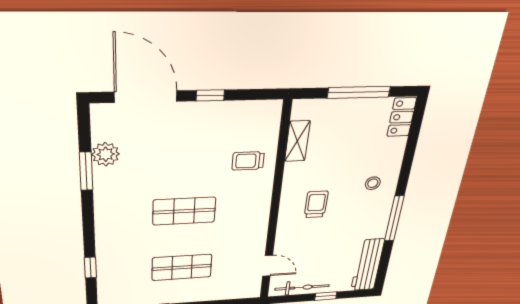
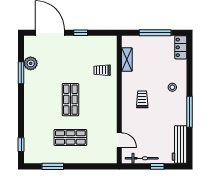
shop shelf: (184, 211) -> (70, 100), turned 90
window: (90, 268) -> (21, 145), moved

